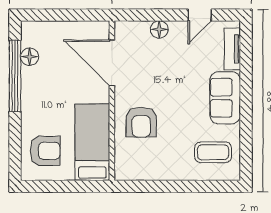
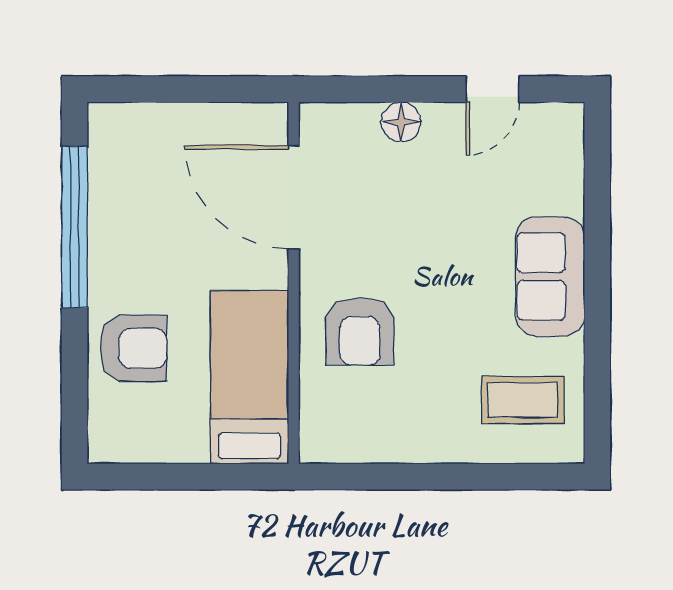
tv unit: (232, 49) -> (566, 166), removed
floor lamp: (30, 57) -> (107, 184), removed
armchair: (45, 151) -> (133, 348), moved

